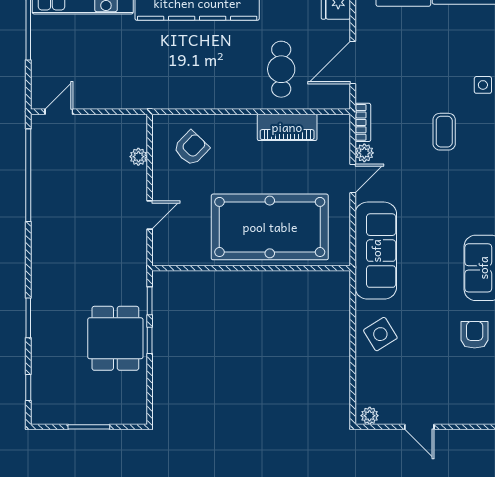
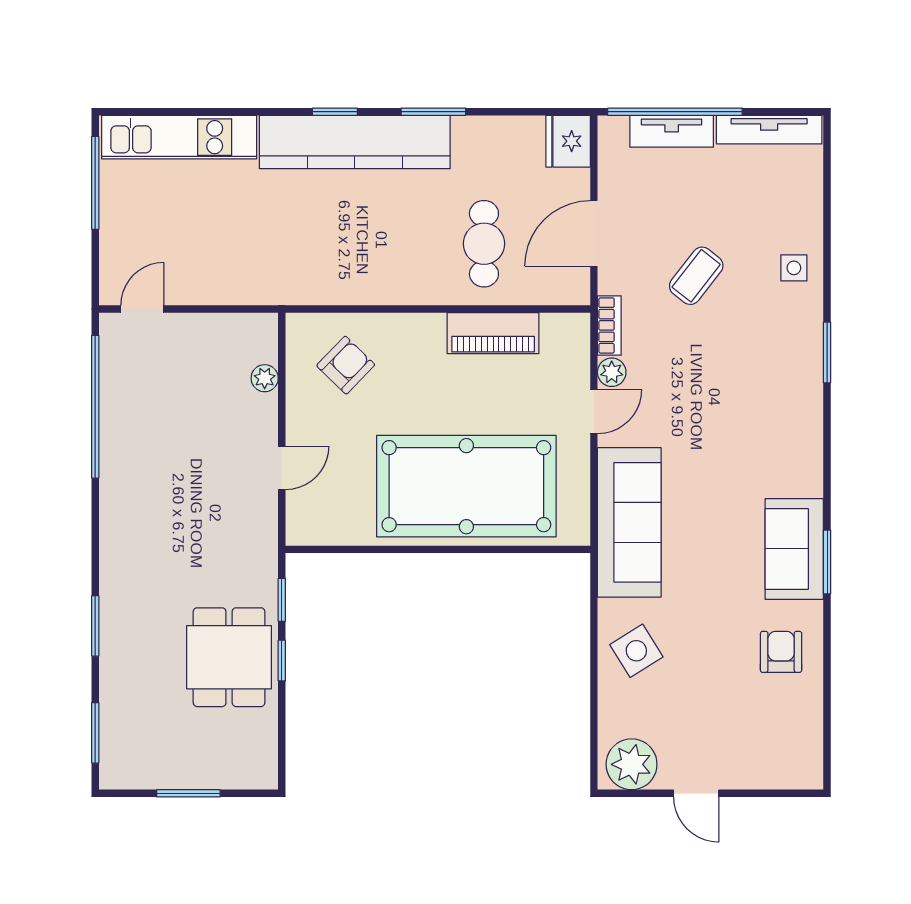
coffee table: (444, 132) -> (696, 276), moved, turned 38
window: (28, 387) -> (95, 733), width x1.50
plant: (370, 416) -> (632, 764), width x1.87, depth x1.87

